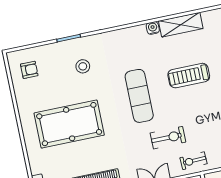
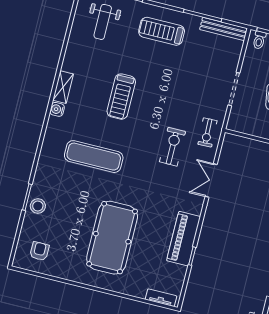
shelving: (181, 25) -> (63, 87), width x0.67, depth x0.75
stool: (83, 66) -> (38, 206), moved
exercise mat: (139, 96) -> (94, 157), moved

